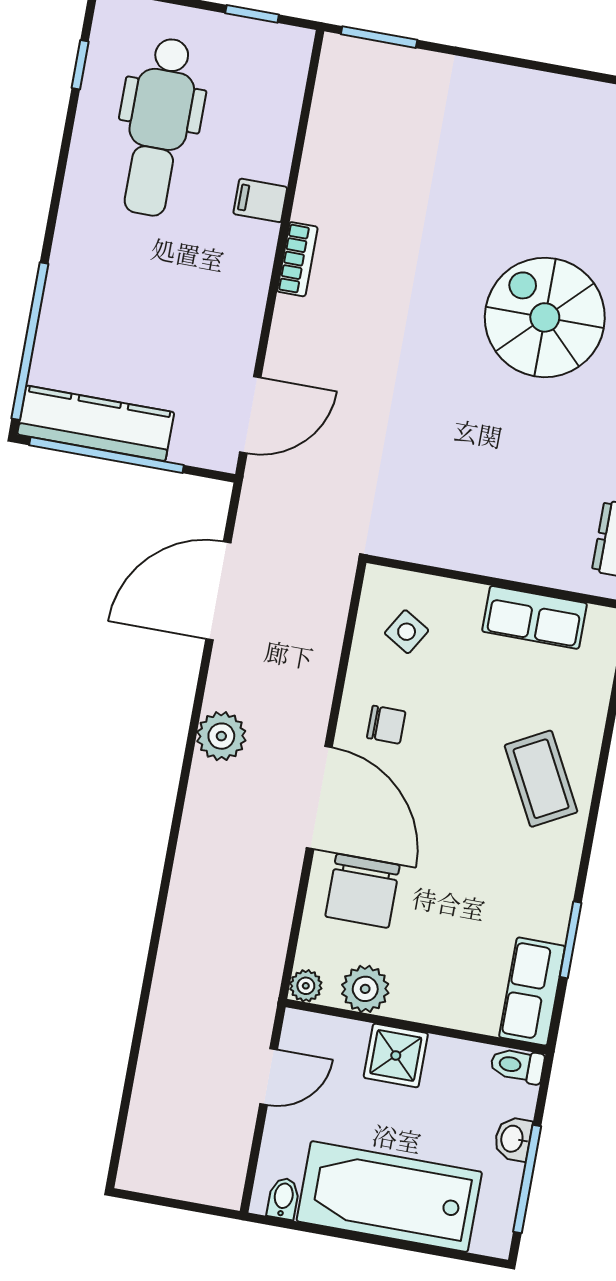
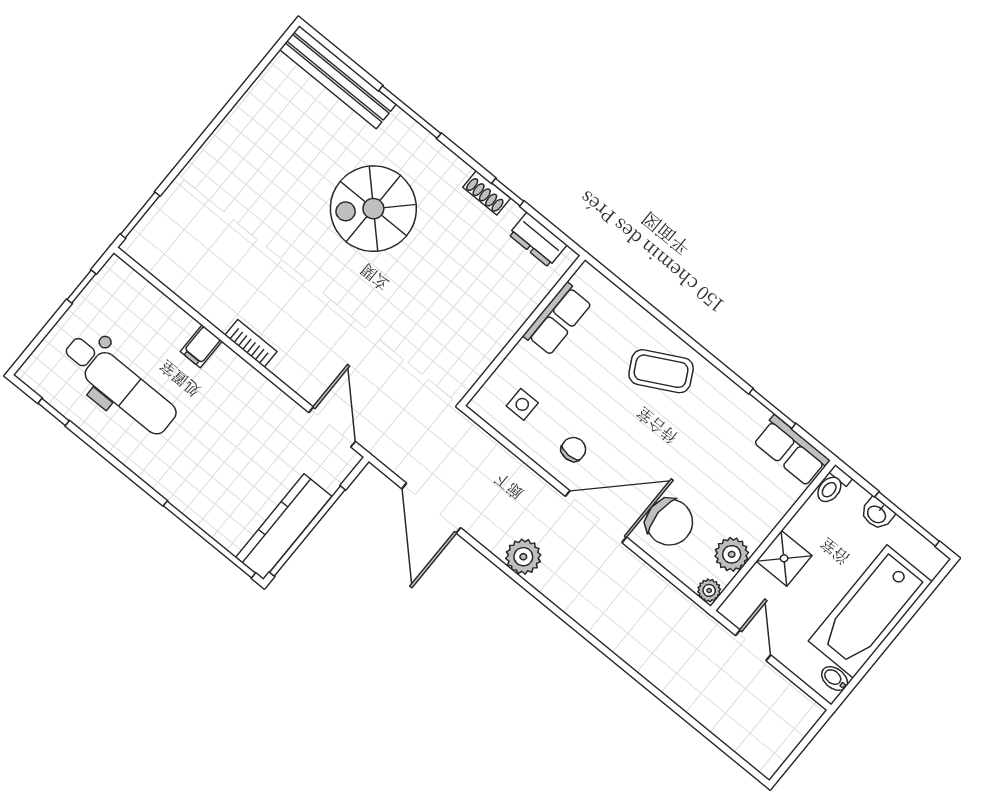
side table: (407, 632) -> (522, 404), turned -31

